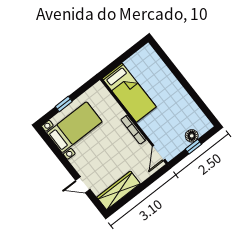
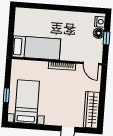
nightstand: (203, 128) -> (100, 22), added

